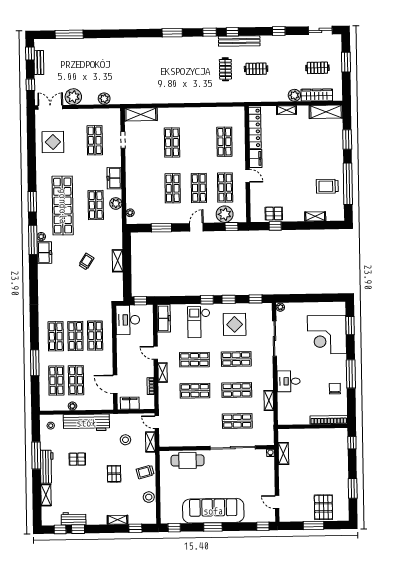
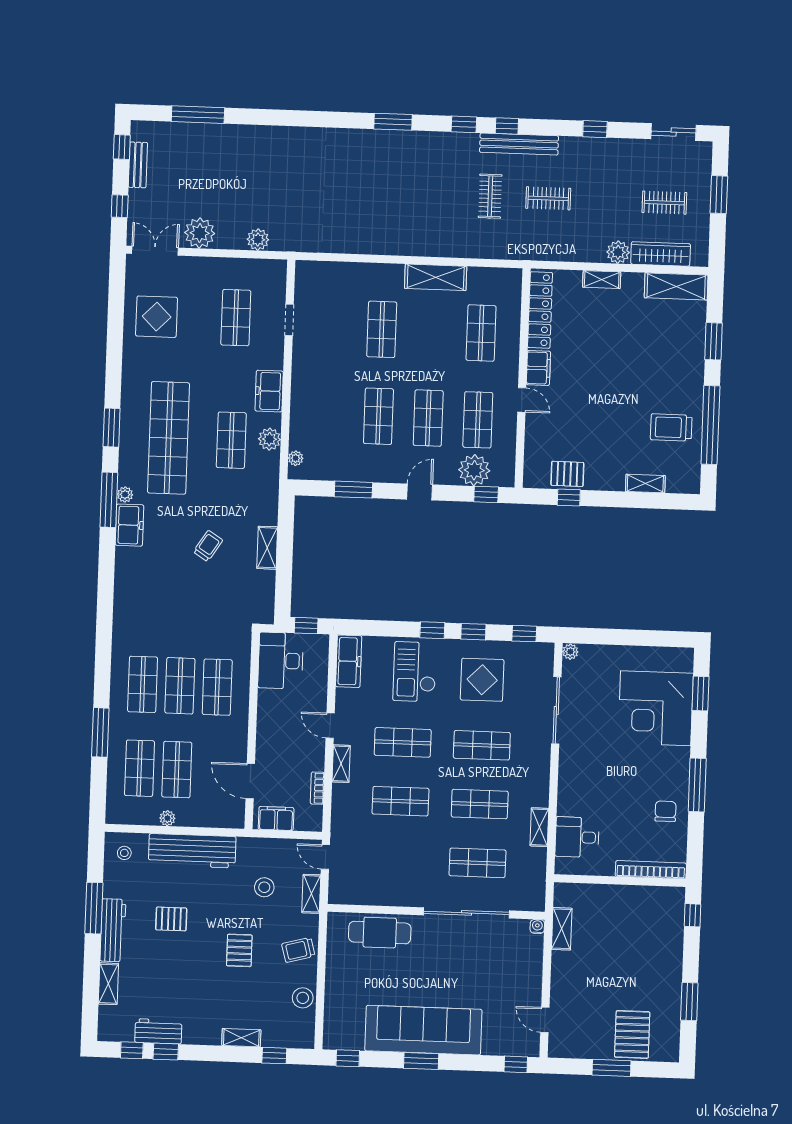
shelving: (141, 114) -> (436, 277), moved
desk: (289, 381) -> (577, 837), moved

